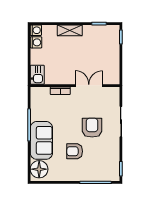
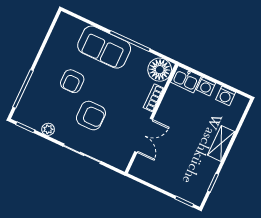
washing machine: (36, 30) -> (206, 86), moved
armchair: (75, 151) -> (72, 81), turned 180
plant: (115, 152) -> (48, 129), added
floor lamp: (39, 169) -> (160, 70), moved

